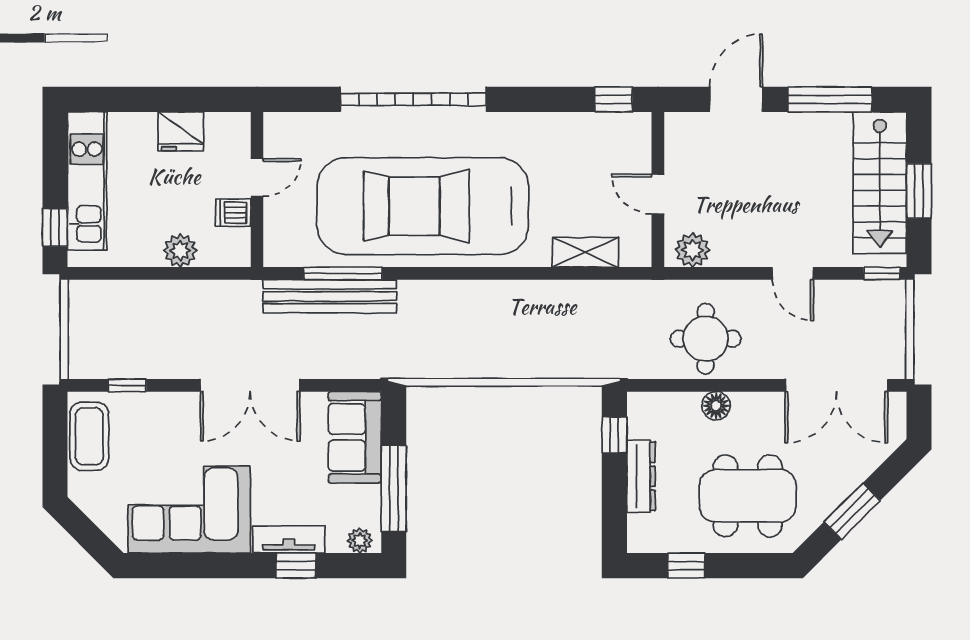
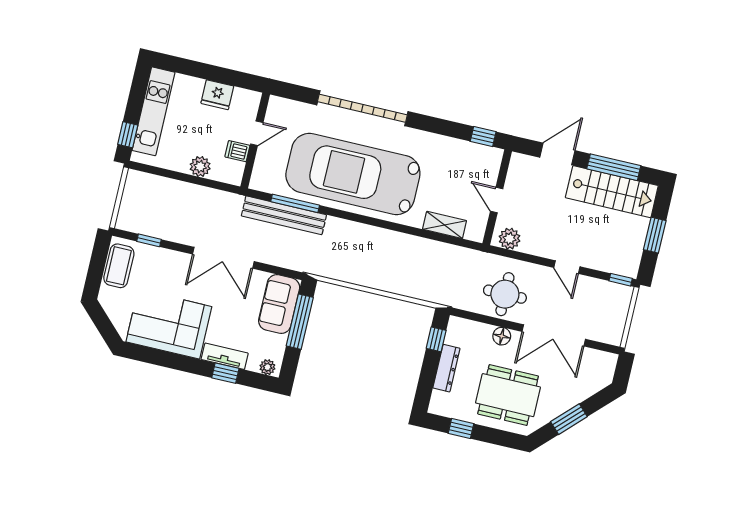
stairs: (880, 183) -> (612, 192), moved, turned -90
double door: (836, 385) -> (554, 335), moved
window: (394, 489) -> (300, 322), moved

